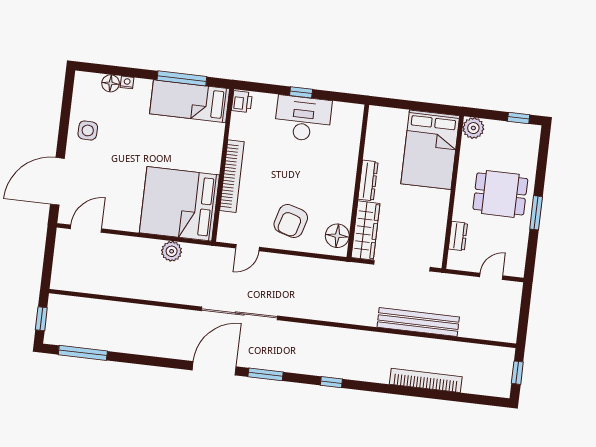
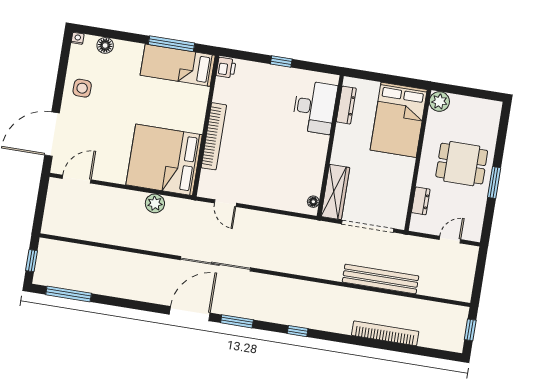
nightstand: (127, 82) -> (78, 38), moved
window: (519, 118) -> (482, 94), removed
desk: (303, 119) -> (315, 107), moved, turned 90
dresser: (368, 181) -> (346, 105), moved
armchair: (291, 221) -> (266, 180), removed
floor lamp: (337, 236) -> (313, 202), width x0.53, depth x0.53
door: (248, 248) -> (225, 203), hinge flipped

